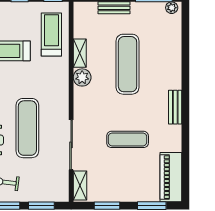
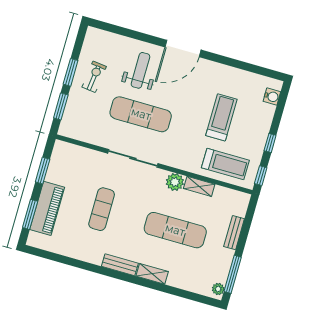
sliding door: (71, 145) -> (133, 158), moved
piano: (171, 177) -> (47, 208), moved, turned 90
shelving: (80, 185) -> (152, 274), moved

